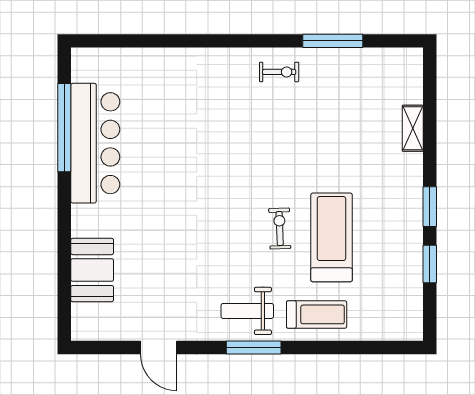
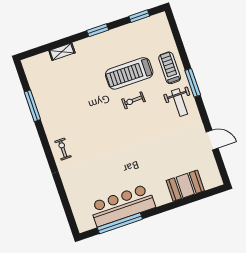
exercise bike: (279, 72) -> (63, 149), moved
window: (430, 264) -> (139, 16), moved
door: (159, 347) -> (212, 140), hinge flipped
window: (254, 347) -> (193, 83), moved

